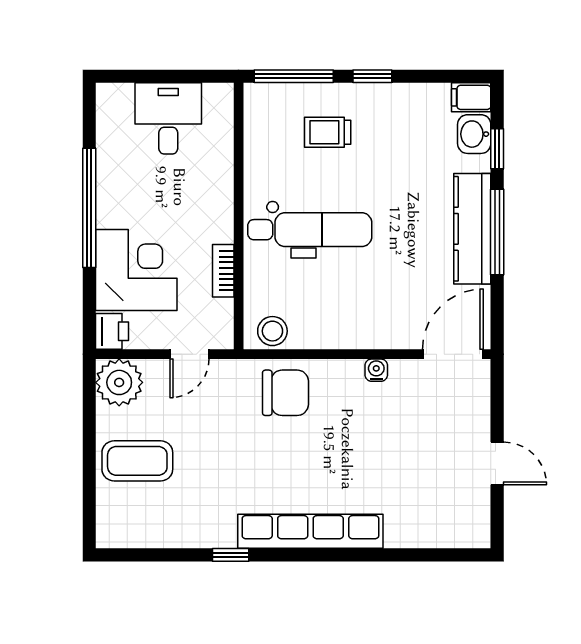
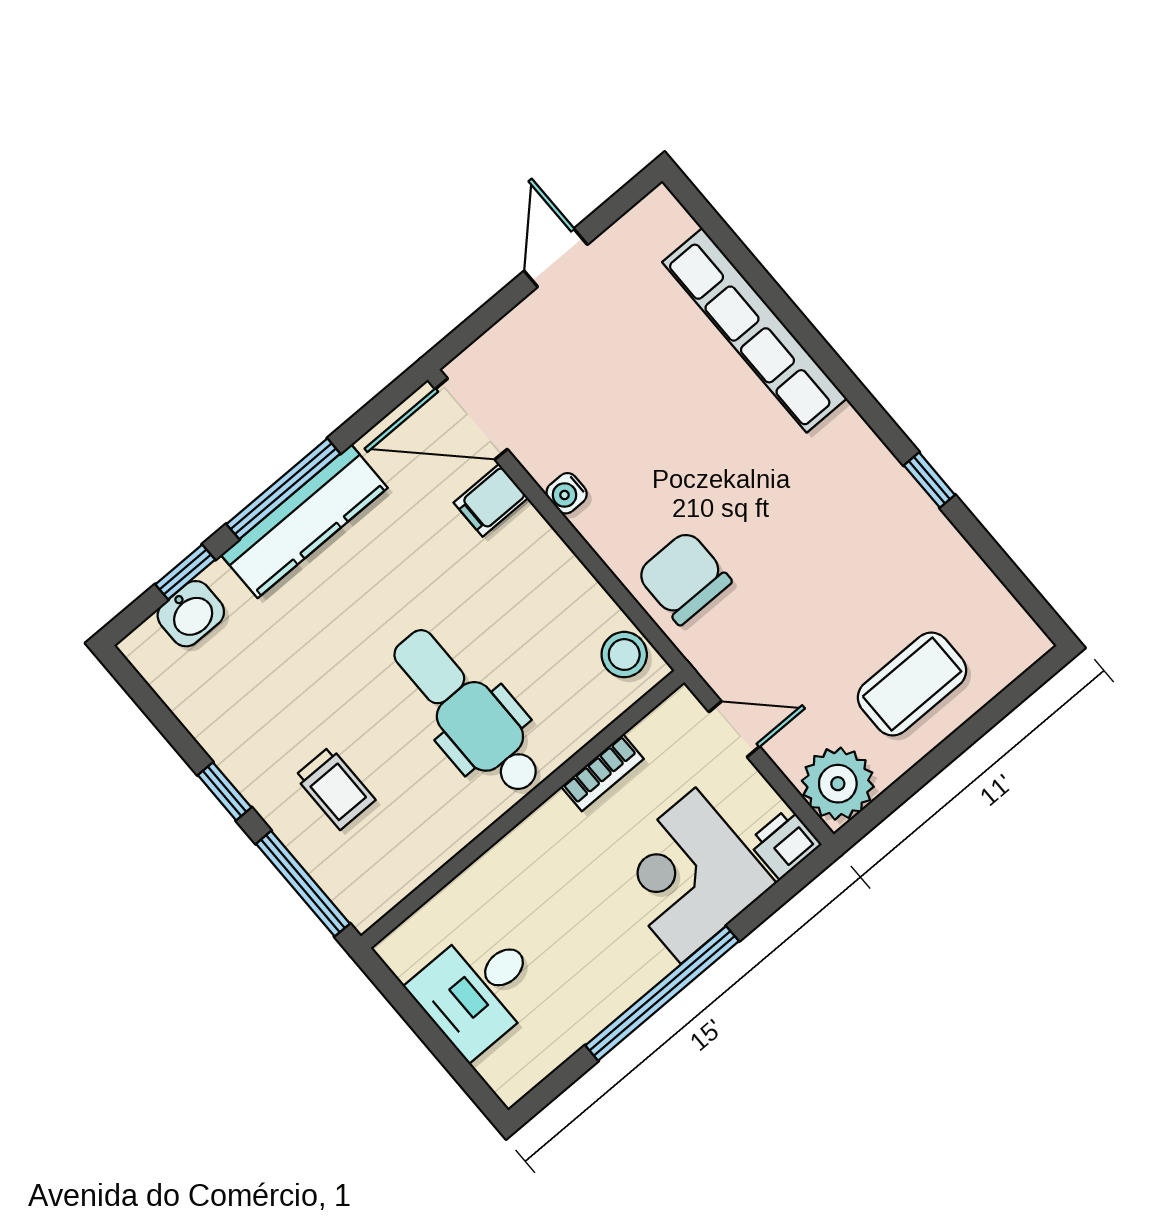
filing cabinet: (471, 97) -> (491, 500), moved, turned 90
coffee table: (137, 461) -> (912, 684), turned 90
row of seats: (310, 531) -> (755, 330), moved

